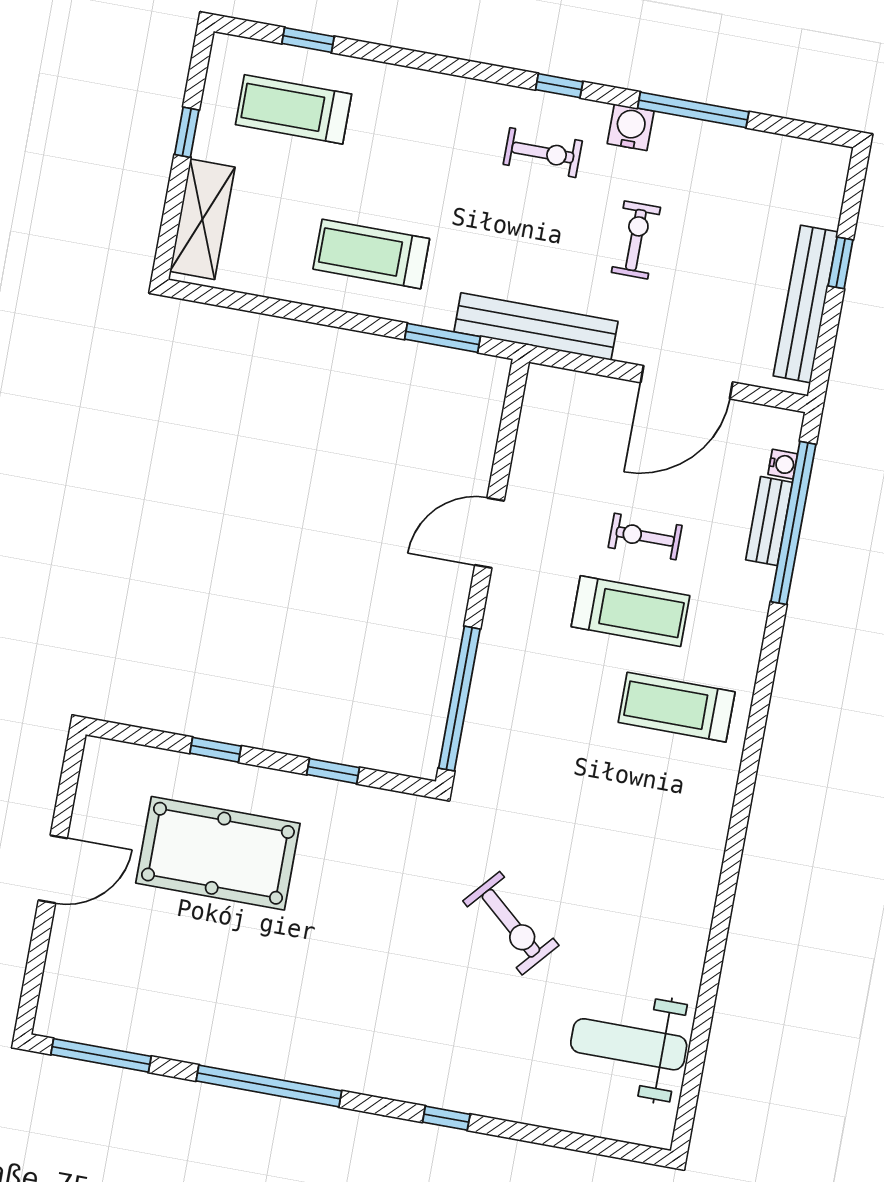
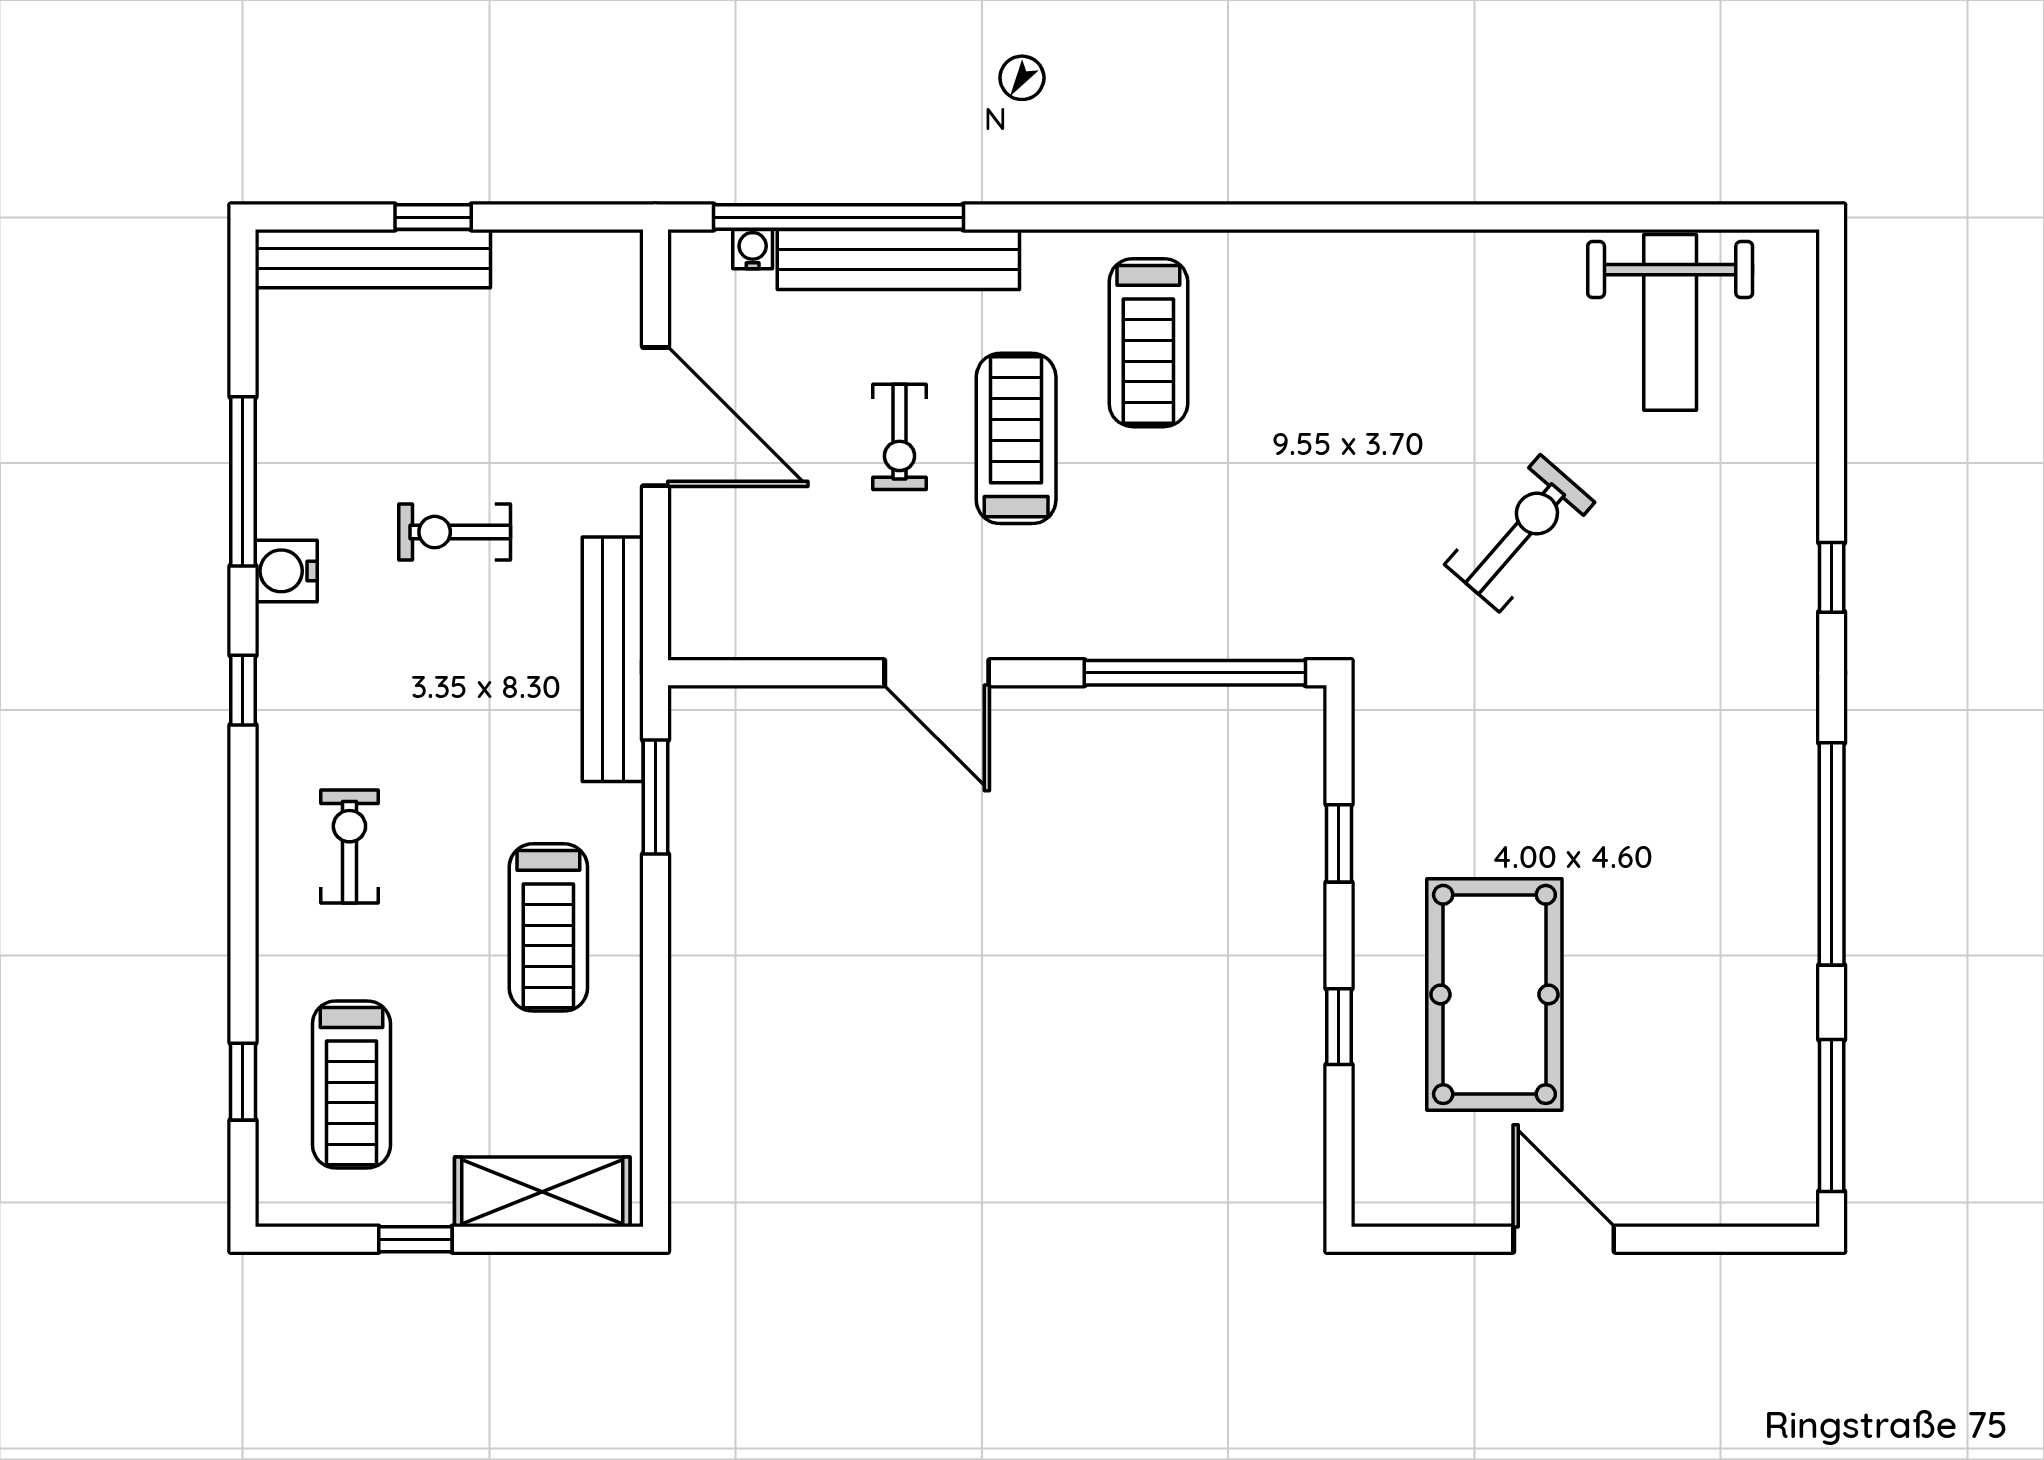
exercise bike: (543, 153) -> (349, 846), moved
bench: (806, 304) -> (373, 259), moved
bench: (769, 521) -> (898, 259), width x1.86, depth x1.21

